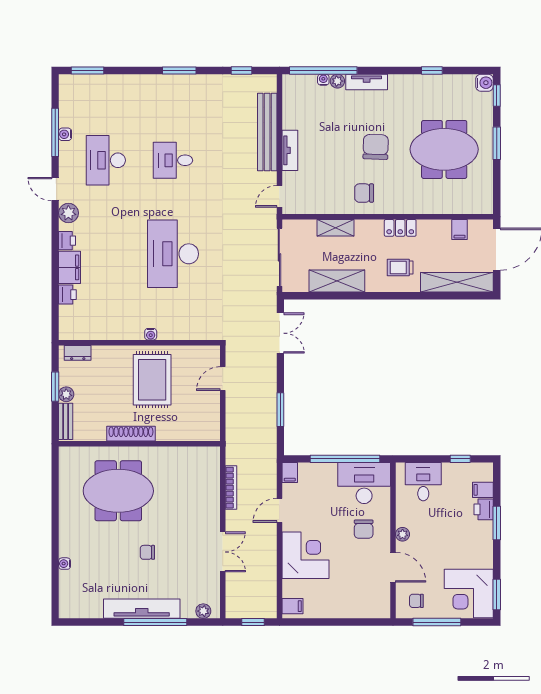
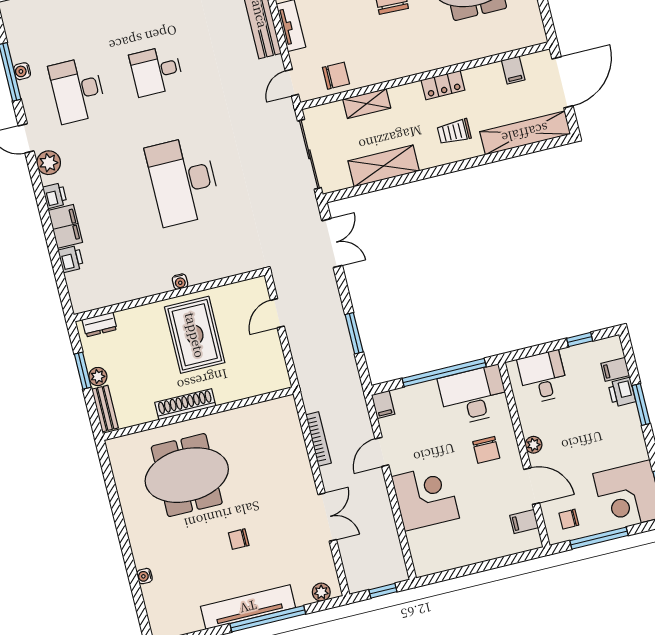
chair: (364, 193) -> (336, 76), moved, turned 180
filing cabinet: (293, 606) -> (524, 522), moved, turned 180

